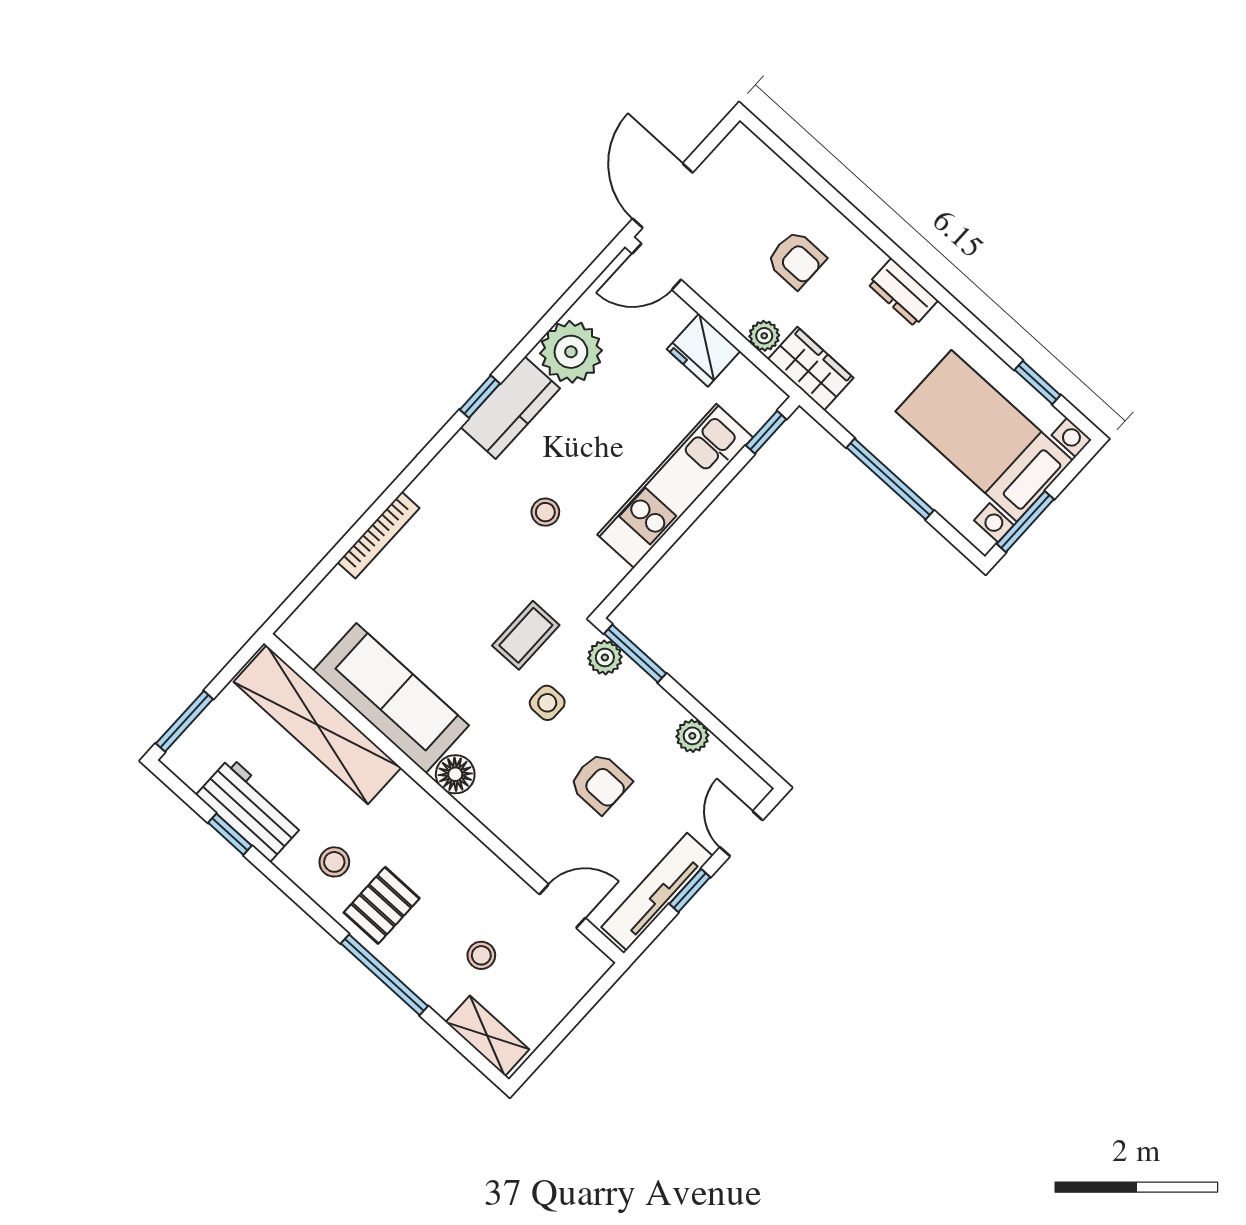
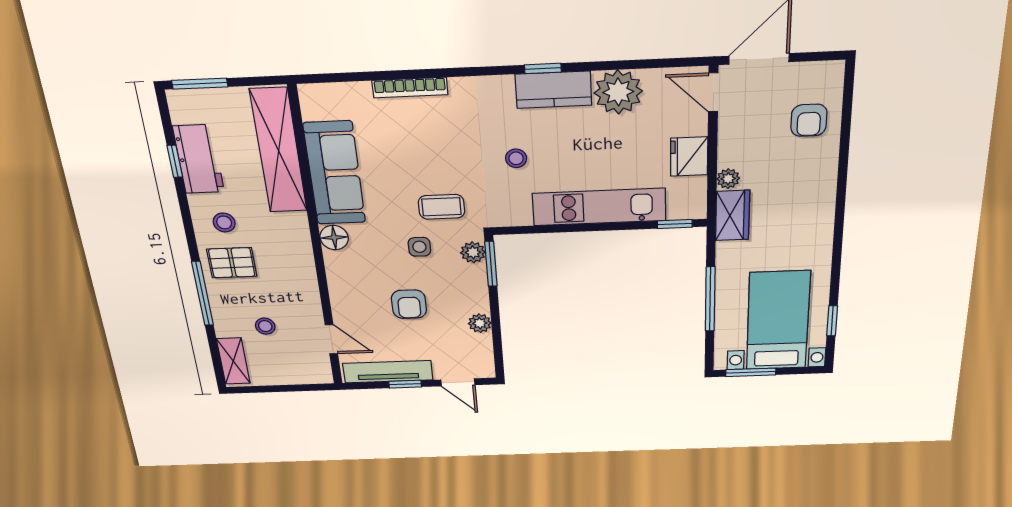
armchair: (796, 260) -> (809, 120), moved
dresser: (903, 292) -> (821, 223), removed
door: (741, 834) -> (458, 382), swing flipped

